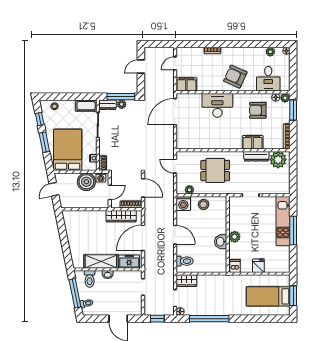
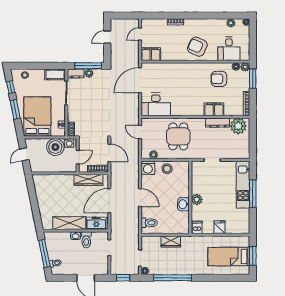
desk: (217, 105) -> (156, 104), moved, turned 180
dining table: (215, 171) -> (178, 136), turned 90
toilet: (90, 279) -> (86, 240), moved
wardrobe: (186, 281) -> (171, 241), moved

